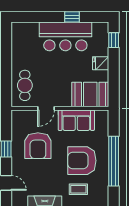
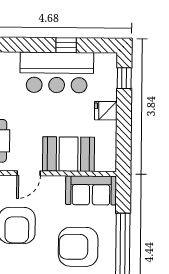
booth: (90, 94) -> (69, 154), moved
sofa: (76, 120) -> (91, 190), moved

